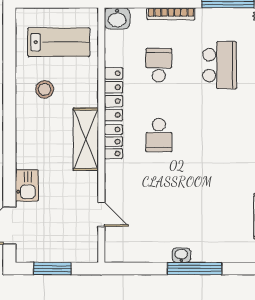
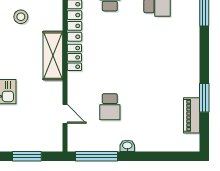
school desk: (159, 135) -> (110, 107), moved
window: (195, 269) -> (96, 156), moved

